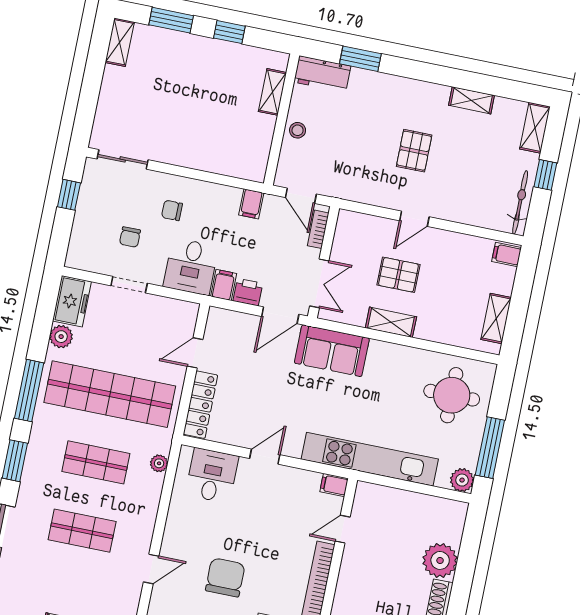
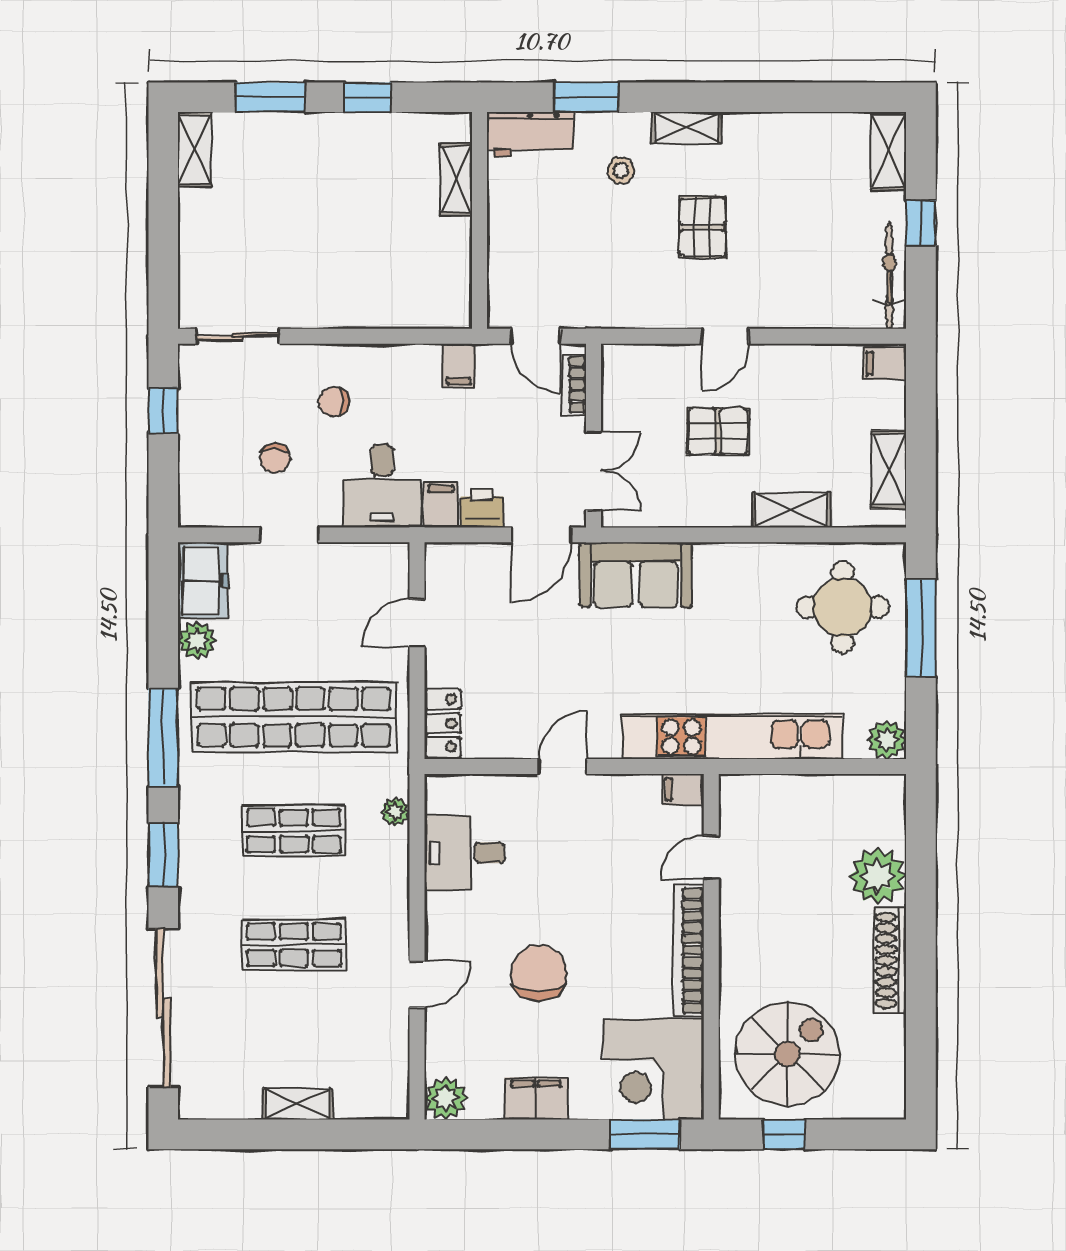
shelving: (471, 100) -> (687, 128), moved
stool: (298, 130) -> (621, 171), moved
shelving: (391, 322) -> (791, 510), moved
locker: (200, 405) -> (443, 723), width x0.66
window: (490, 448) -> (921, 628), moved
desk: (212, 476) -> (465, 853), moved, turned -90

